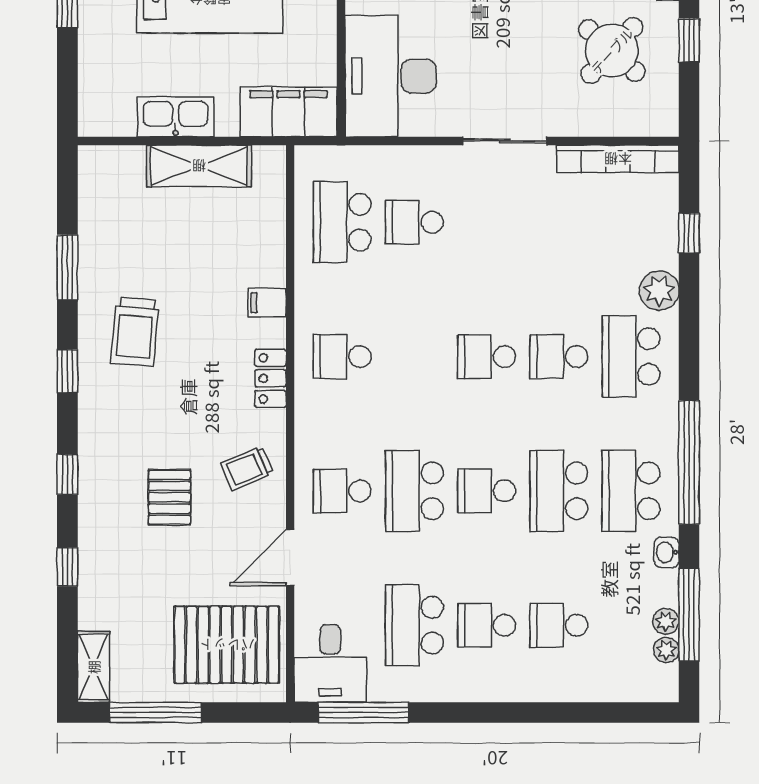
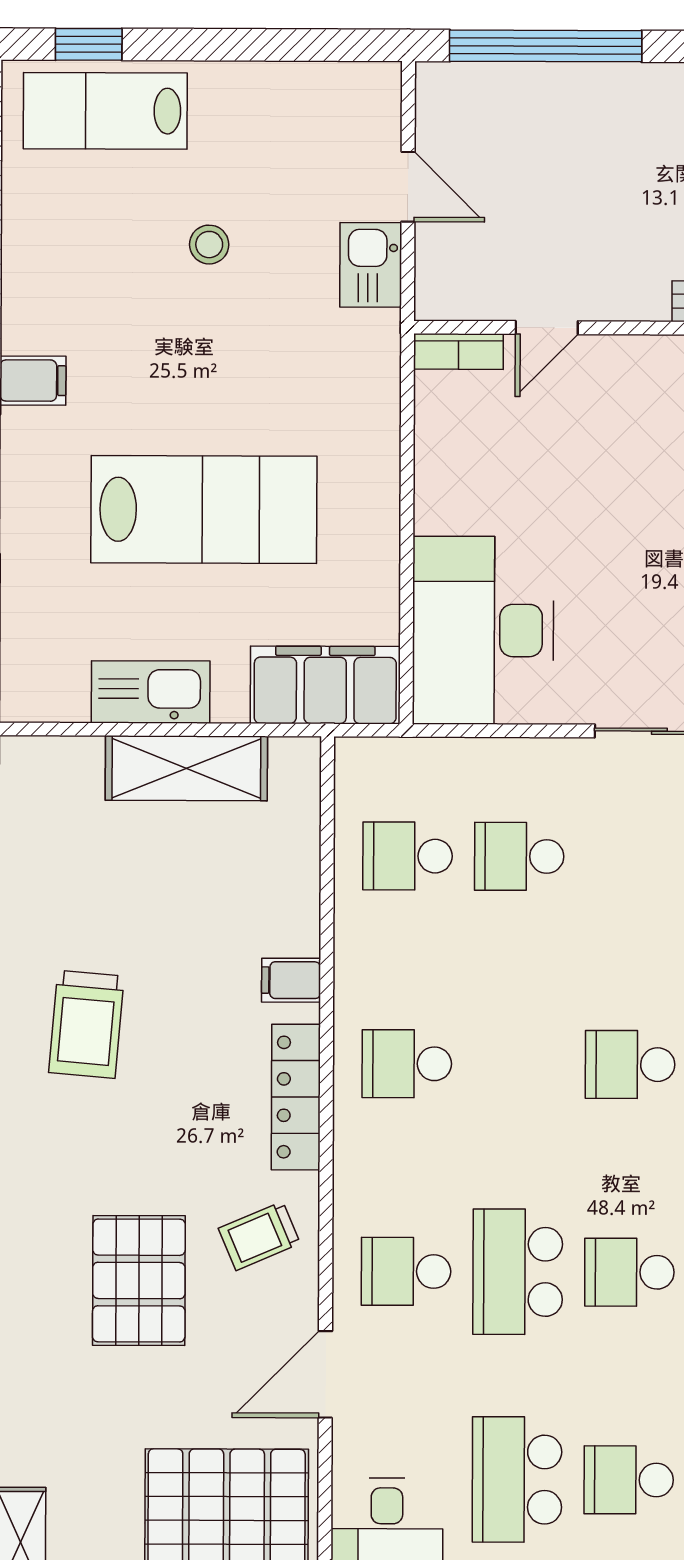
school desk: (342, 222) -> (408, 856), width x0.54
locker: (270, 378) -> (296, 1097), width x1.53
pallet: (169, 497) -> (139, 1281), width x1.50, depth x1.42

